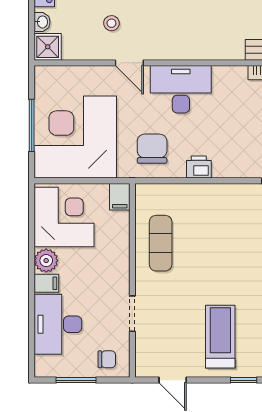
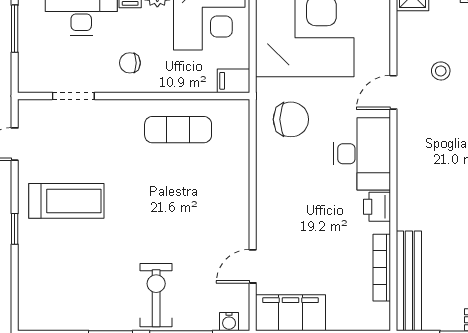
printer: (199, 167) -> (377, 207), moved, turned 180
doorway: (132, 314) -> (73, 96), moved
chair: (107, 359) -> (130, 63), moved, turned 90

